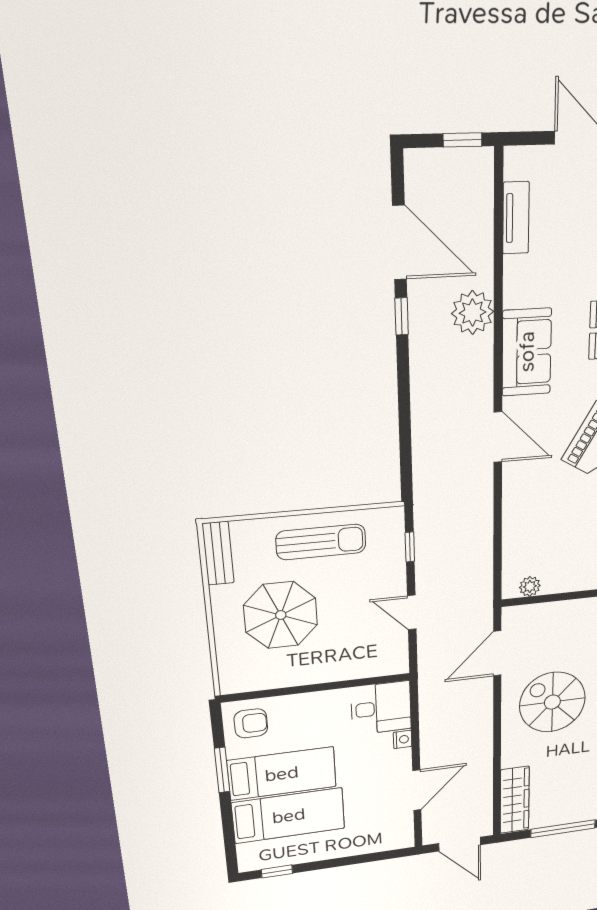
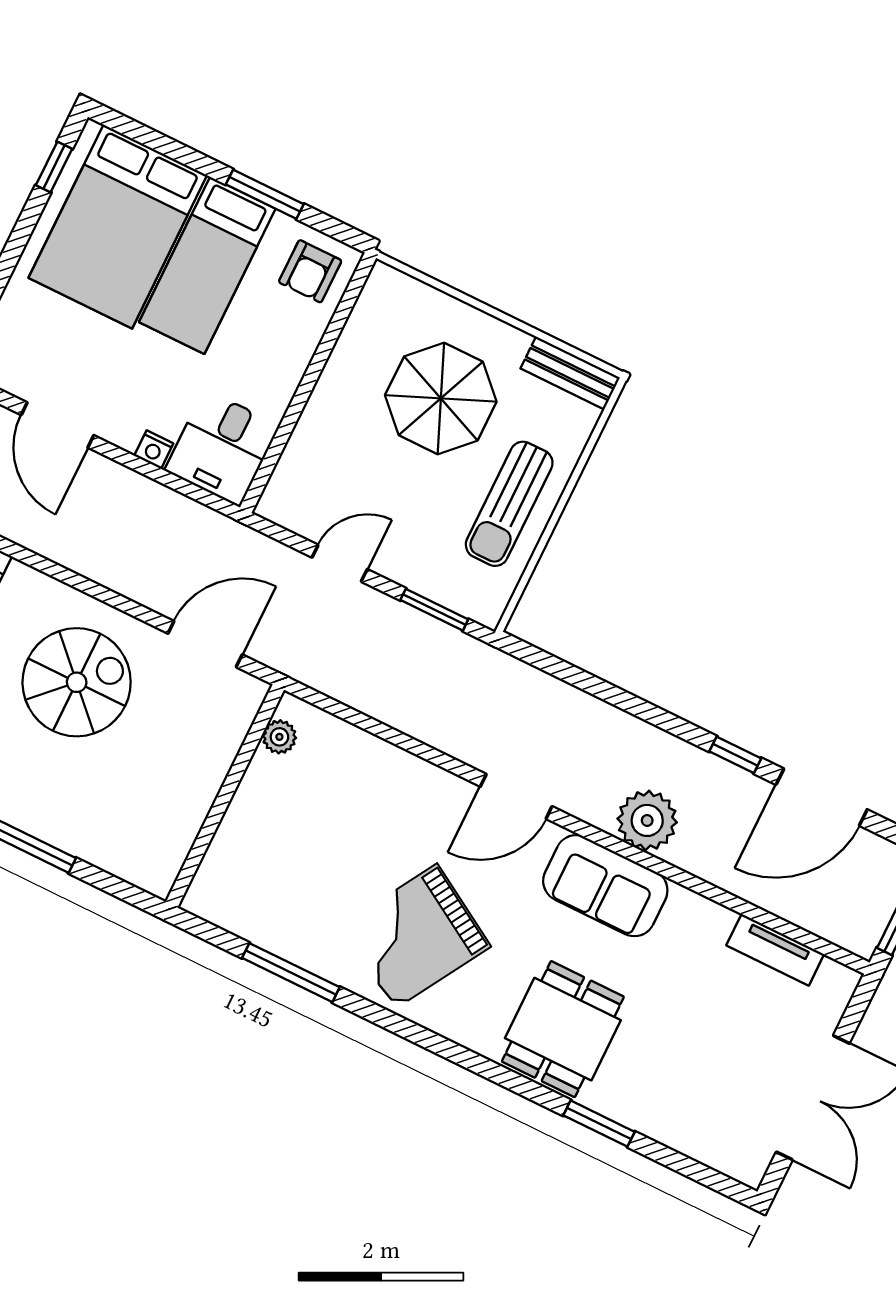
plant: (473, 313) -> (647, 820), moved
window: (410, 547) -> (434, 610), width x1.50
door: (497, 653) -> (205, 644), hinge flipped
bed: (289, 816) -> (118, 227), width x1.50

